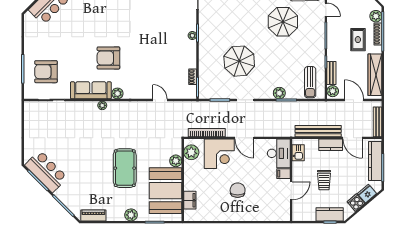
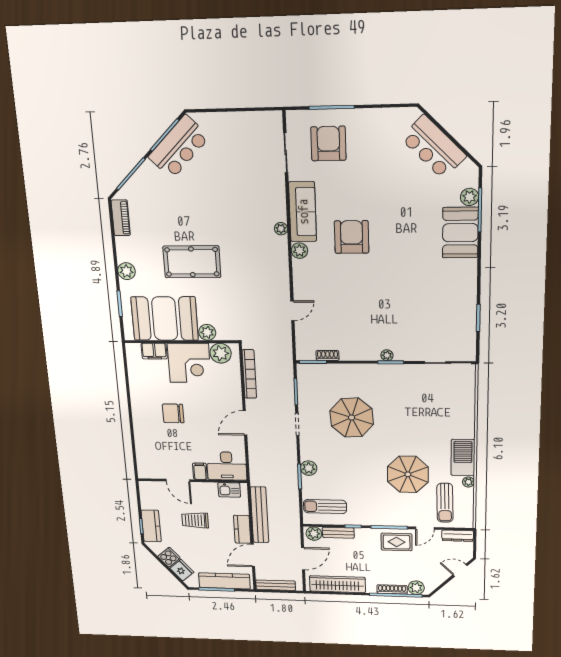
rug: (358, 40) -> (397, 542), moved
corner desk: (219, 154) -> (189, 363), moved, turned -90
chair: (238, 190) -> (173, 413), turned 180

